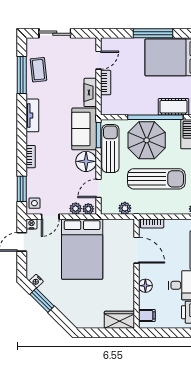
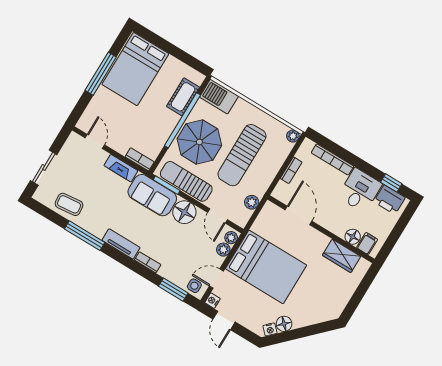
window: (22, 75) -> (85, 236), moved
bookcase: (106, 83) -> (140, 159), moved
tv unit: (32, 115) -> (121, 244), moved
sun lounger: (156, 179) -> (242, 155), turned 180
door: (50, 217) -> (216, 279), swing flipped
bookcase: (152, 223) -> (291, 170), moved
door: (136, 250) -> (299, 216), hinge flipped
floor lamp: (145, 286) -> (353, 237), moved
floor lamp: (47, 289) -> (284, 324), added
window: (42, 300) -> (292, 335), removed
wardrobe: (119, 320) -> (342, 256), moved, turned -90

